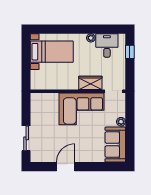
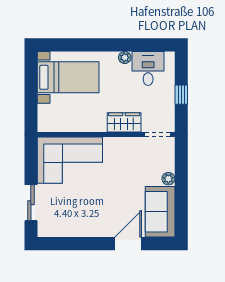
window: (130, 52) -> (181, 95), moved
corner sofa: (81, 109) -> (70, 160), moved
door: (66, 167) -> (128, 244), moved

